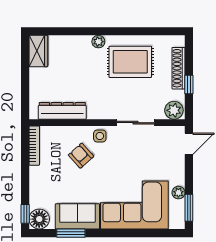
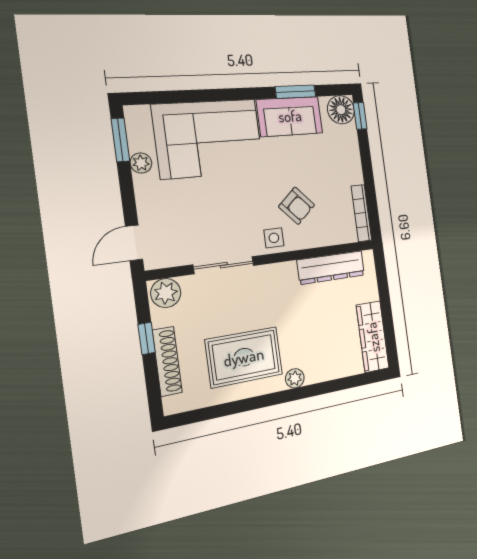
wardrobe: (38, 51) -> (373, 337), width x1.50

